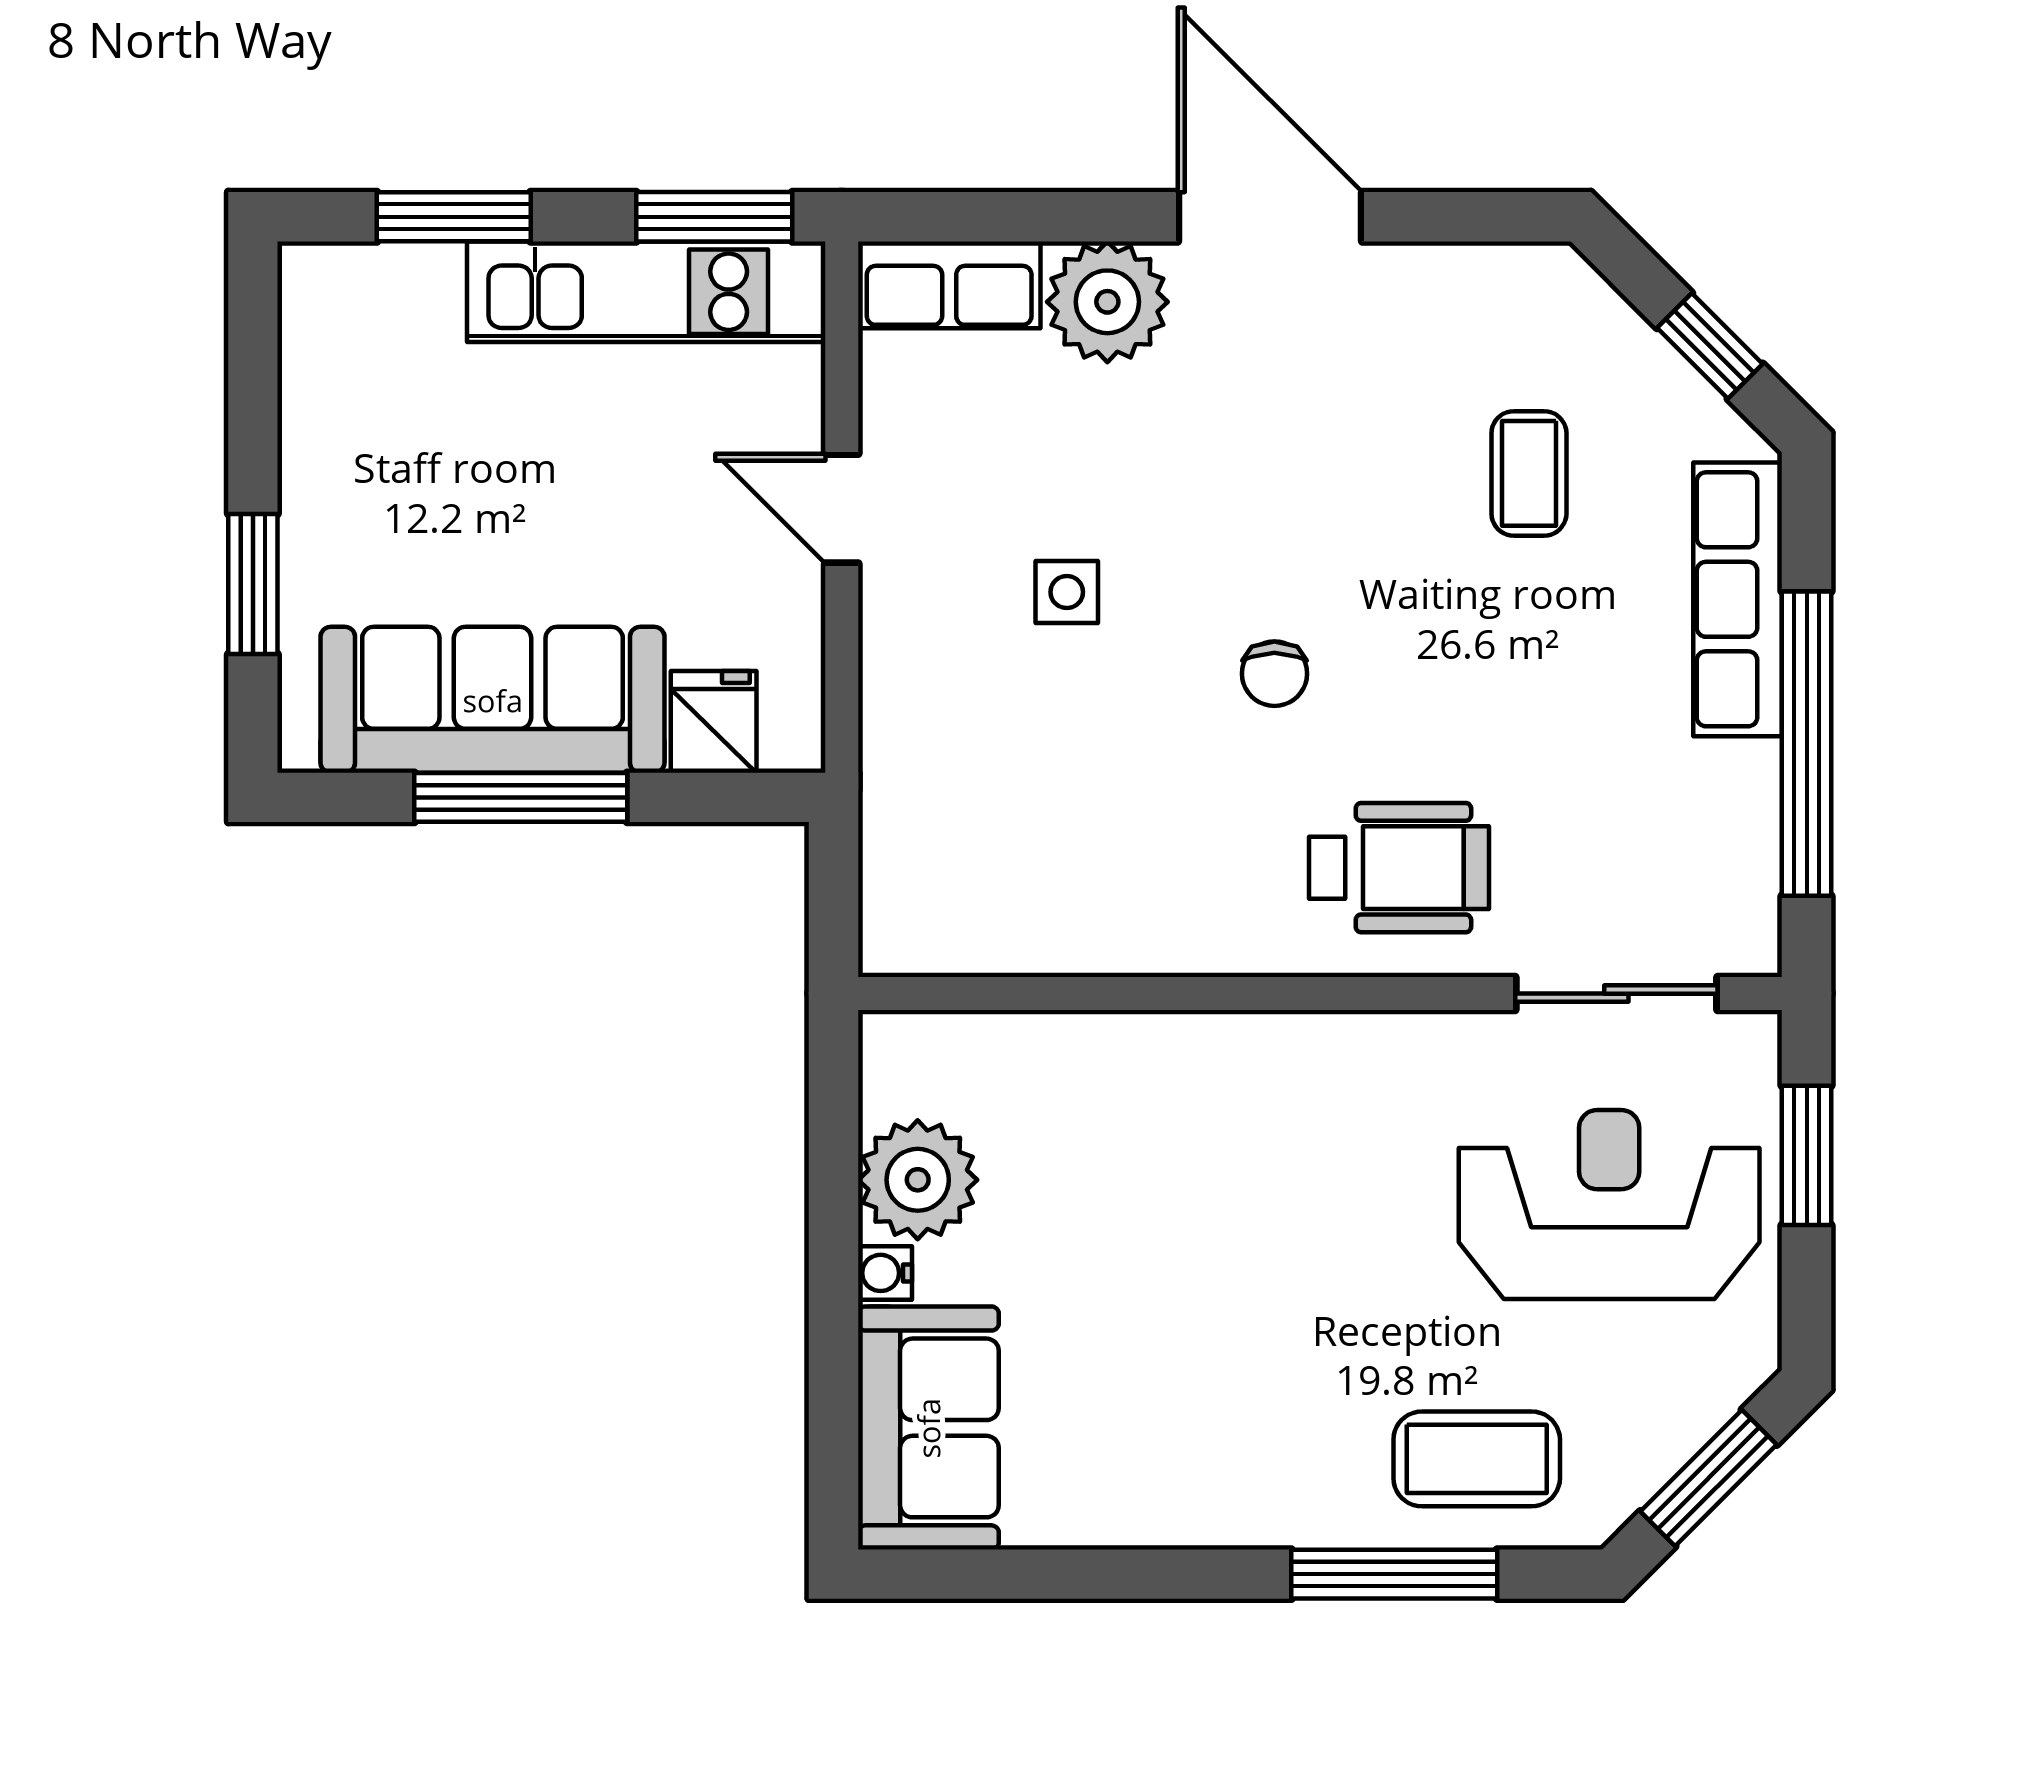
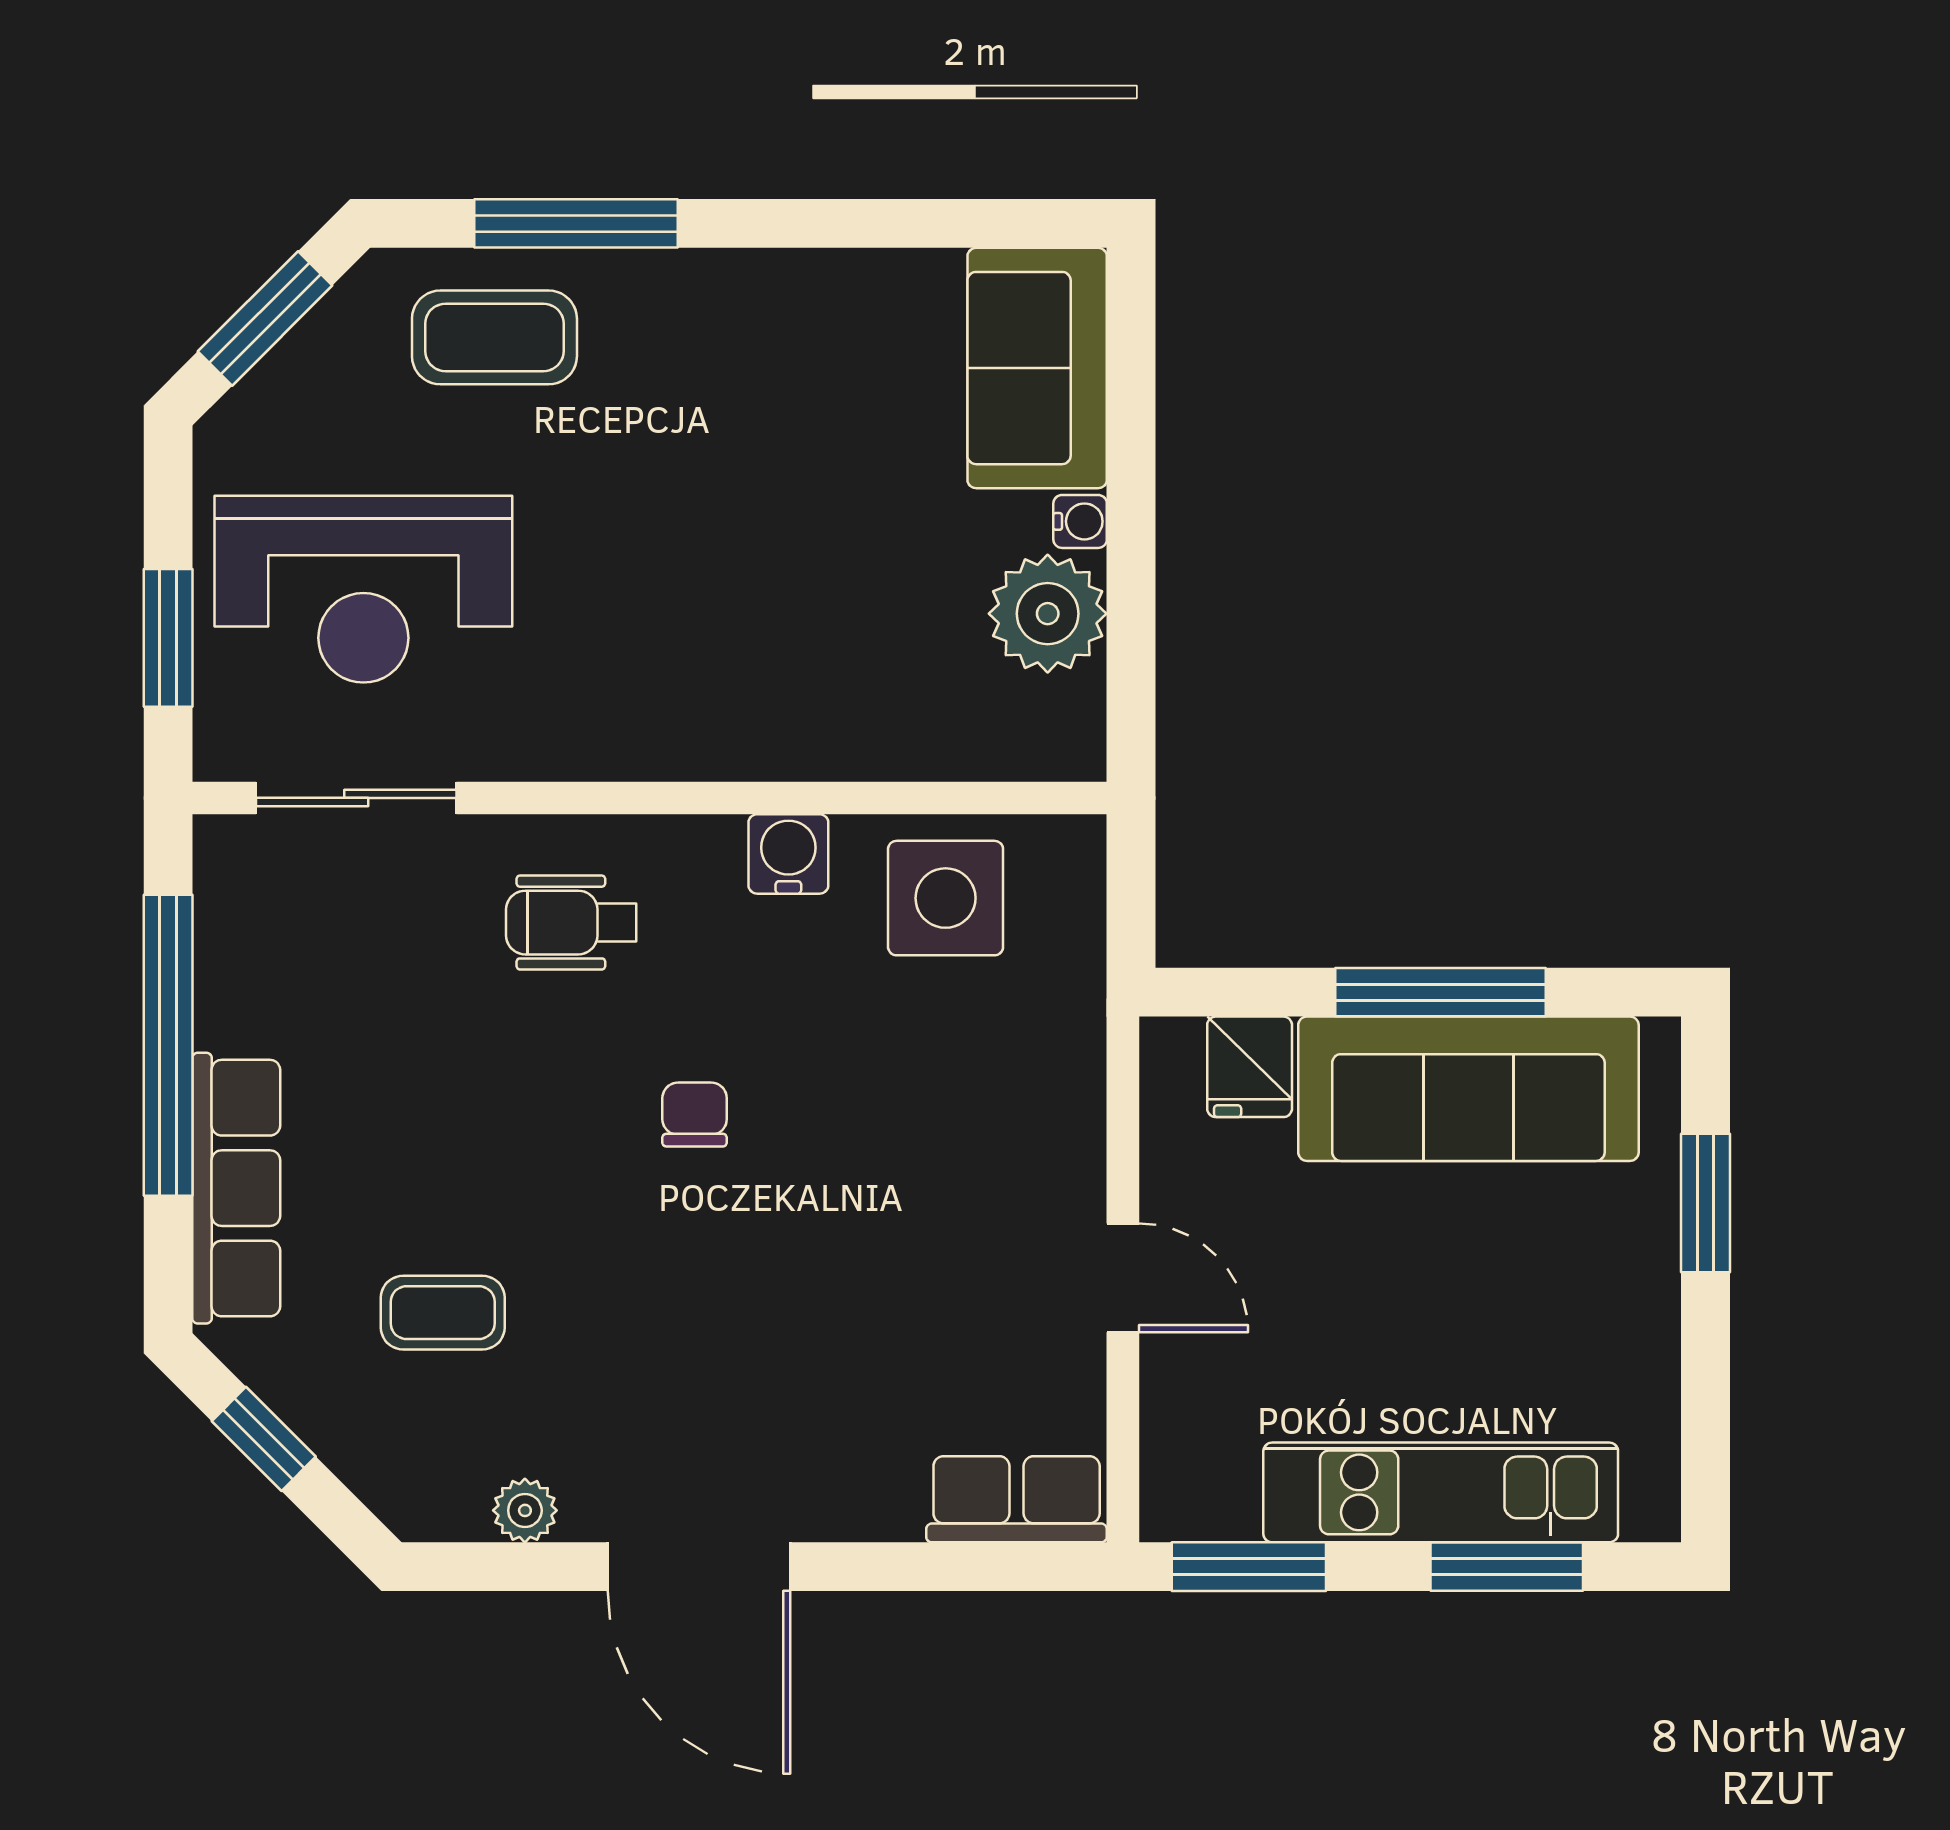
kitchen unit: (646, 292) -> (1441, 1492), moved
plant: (1107, 302) -> (525, 1510), moved, width x0.53, depth x0.53
coffee table: (1529, 473) -> (443, 1313), turned 90
side table: (1067, 592) -> (946, 898), moved, width x1.87, depth x1.87
wheelchair: (1399, 868) -> (571, 923), width x0.73, depth x0.73
water cooler: (1180, 937) -> (788, 854), added

